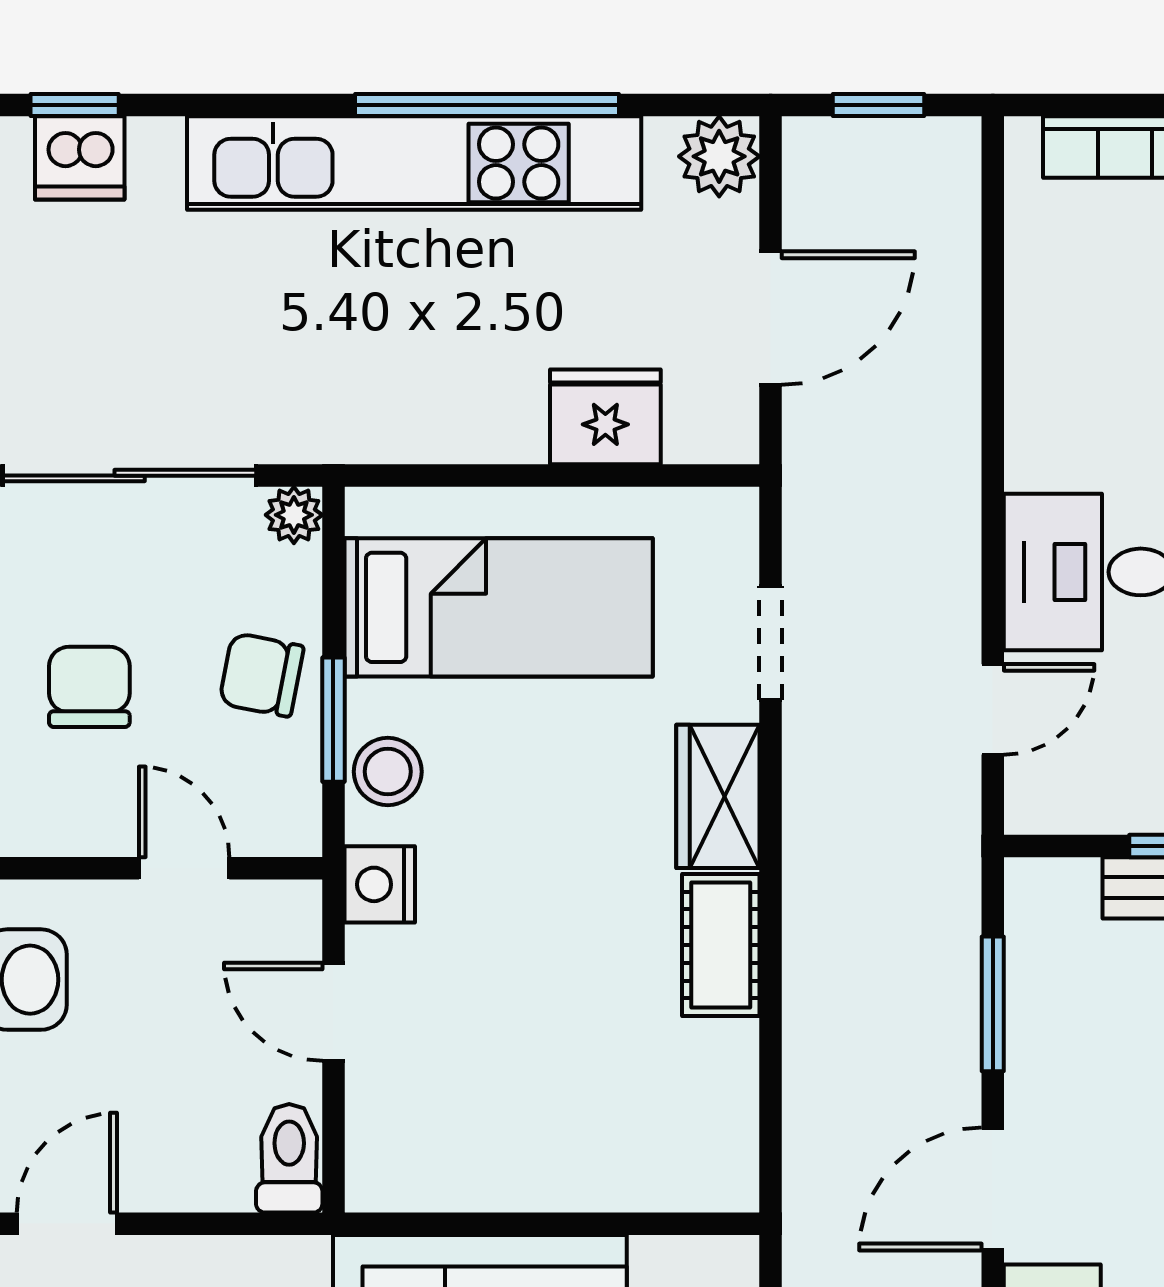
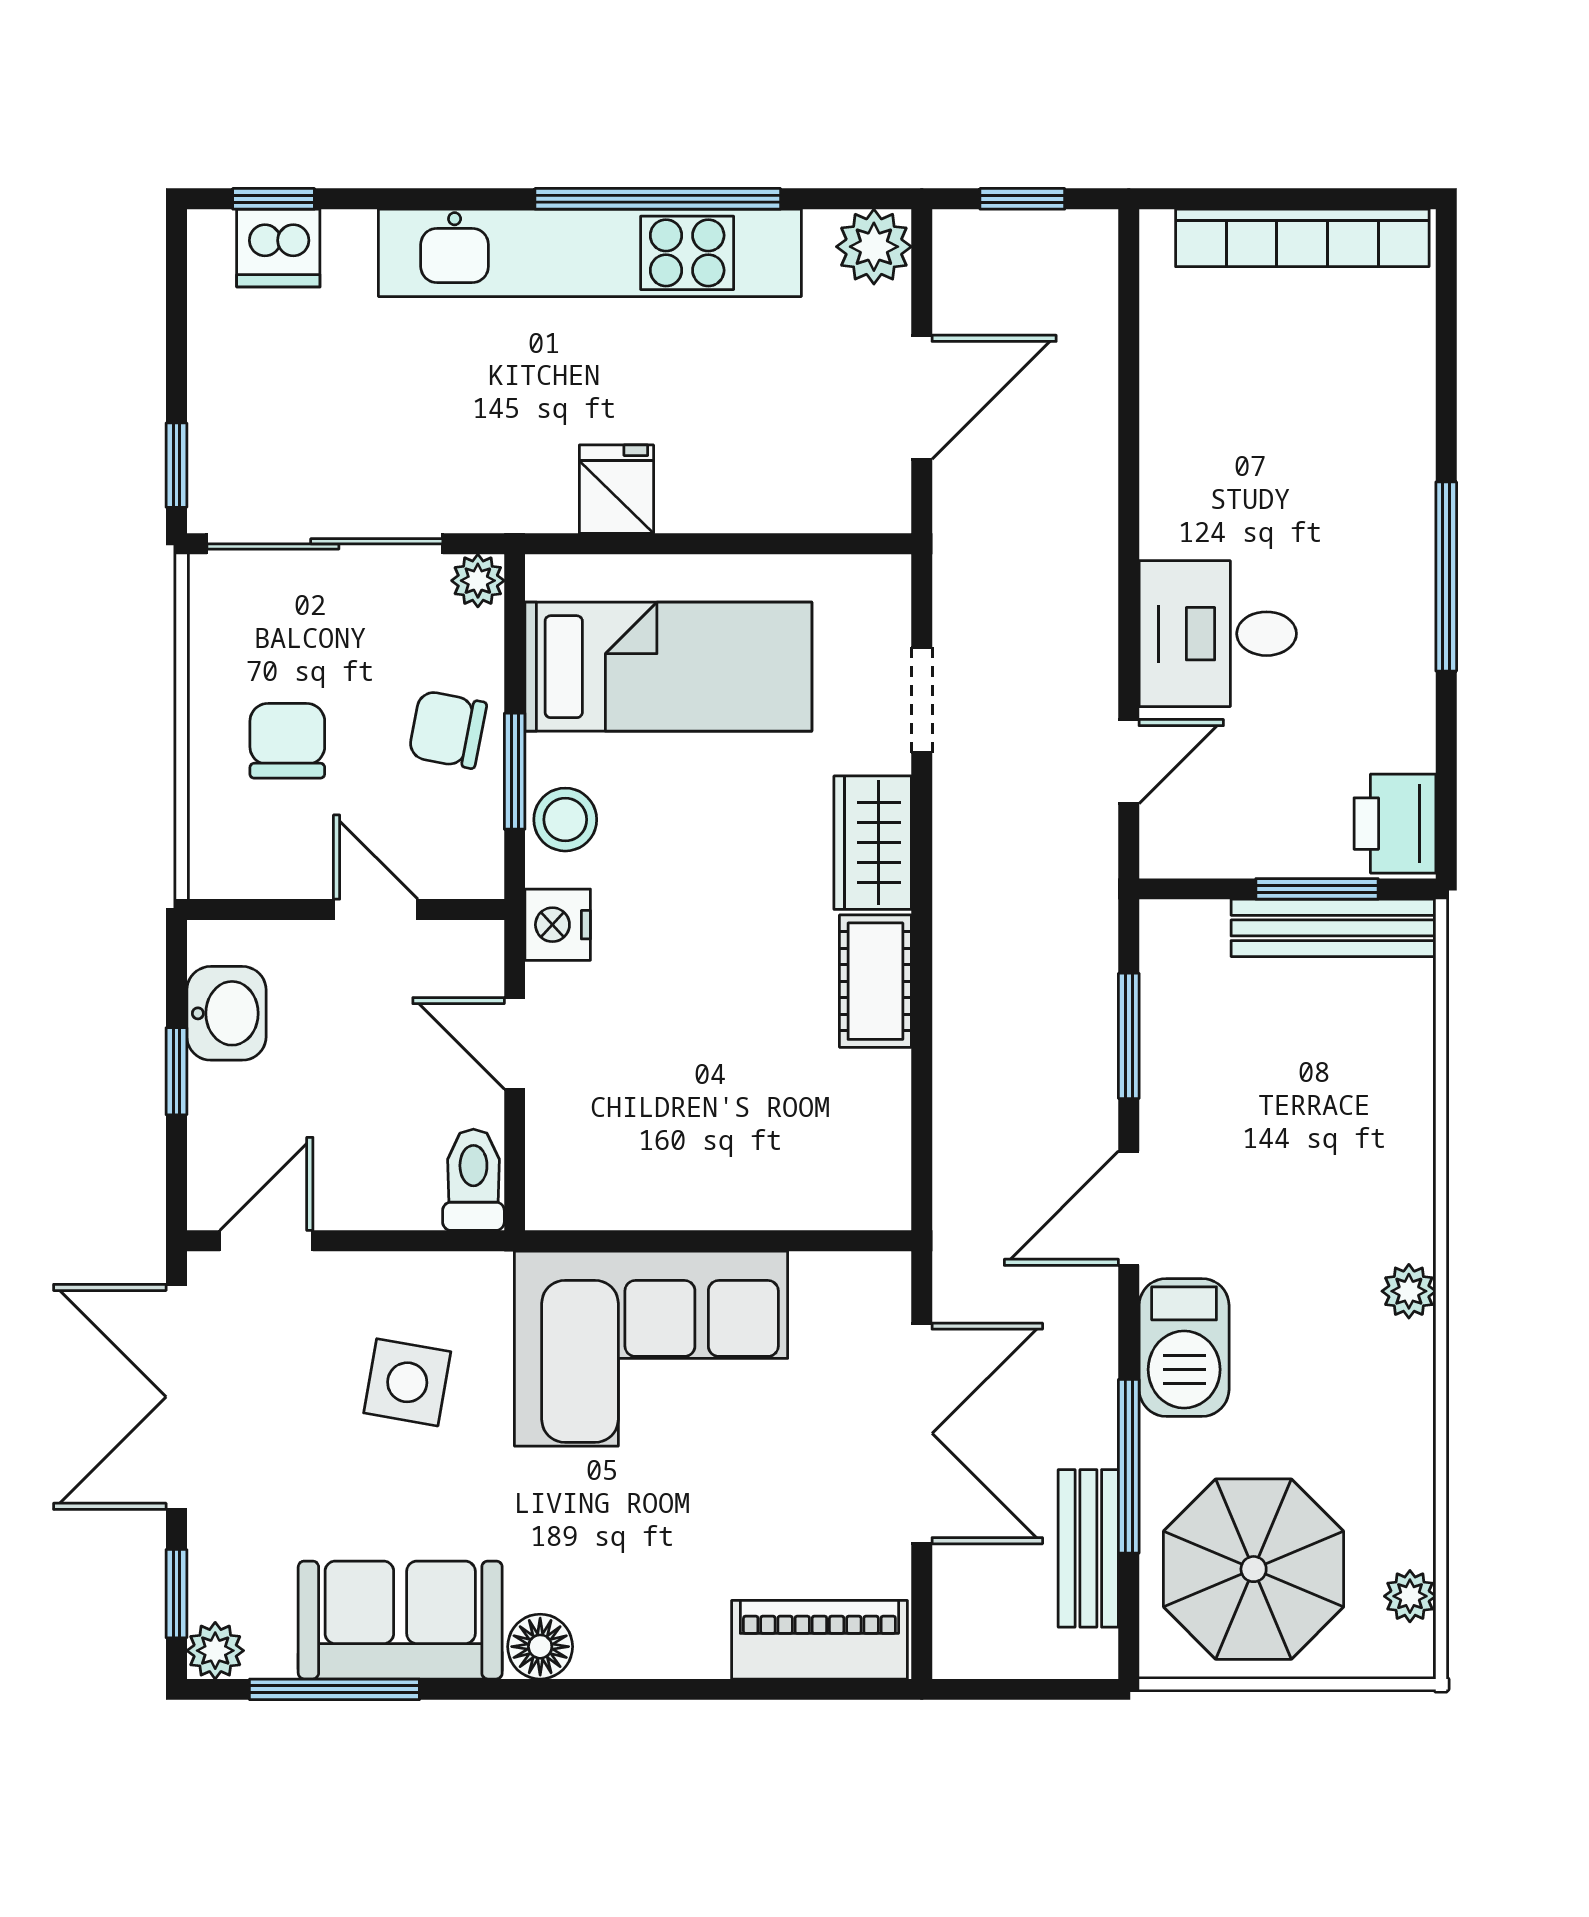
fridge: (605, 417) -> (616, 489), moved, width x0.72

